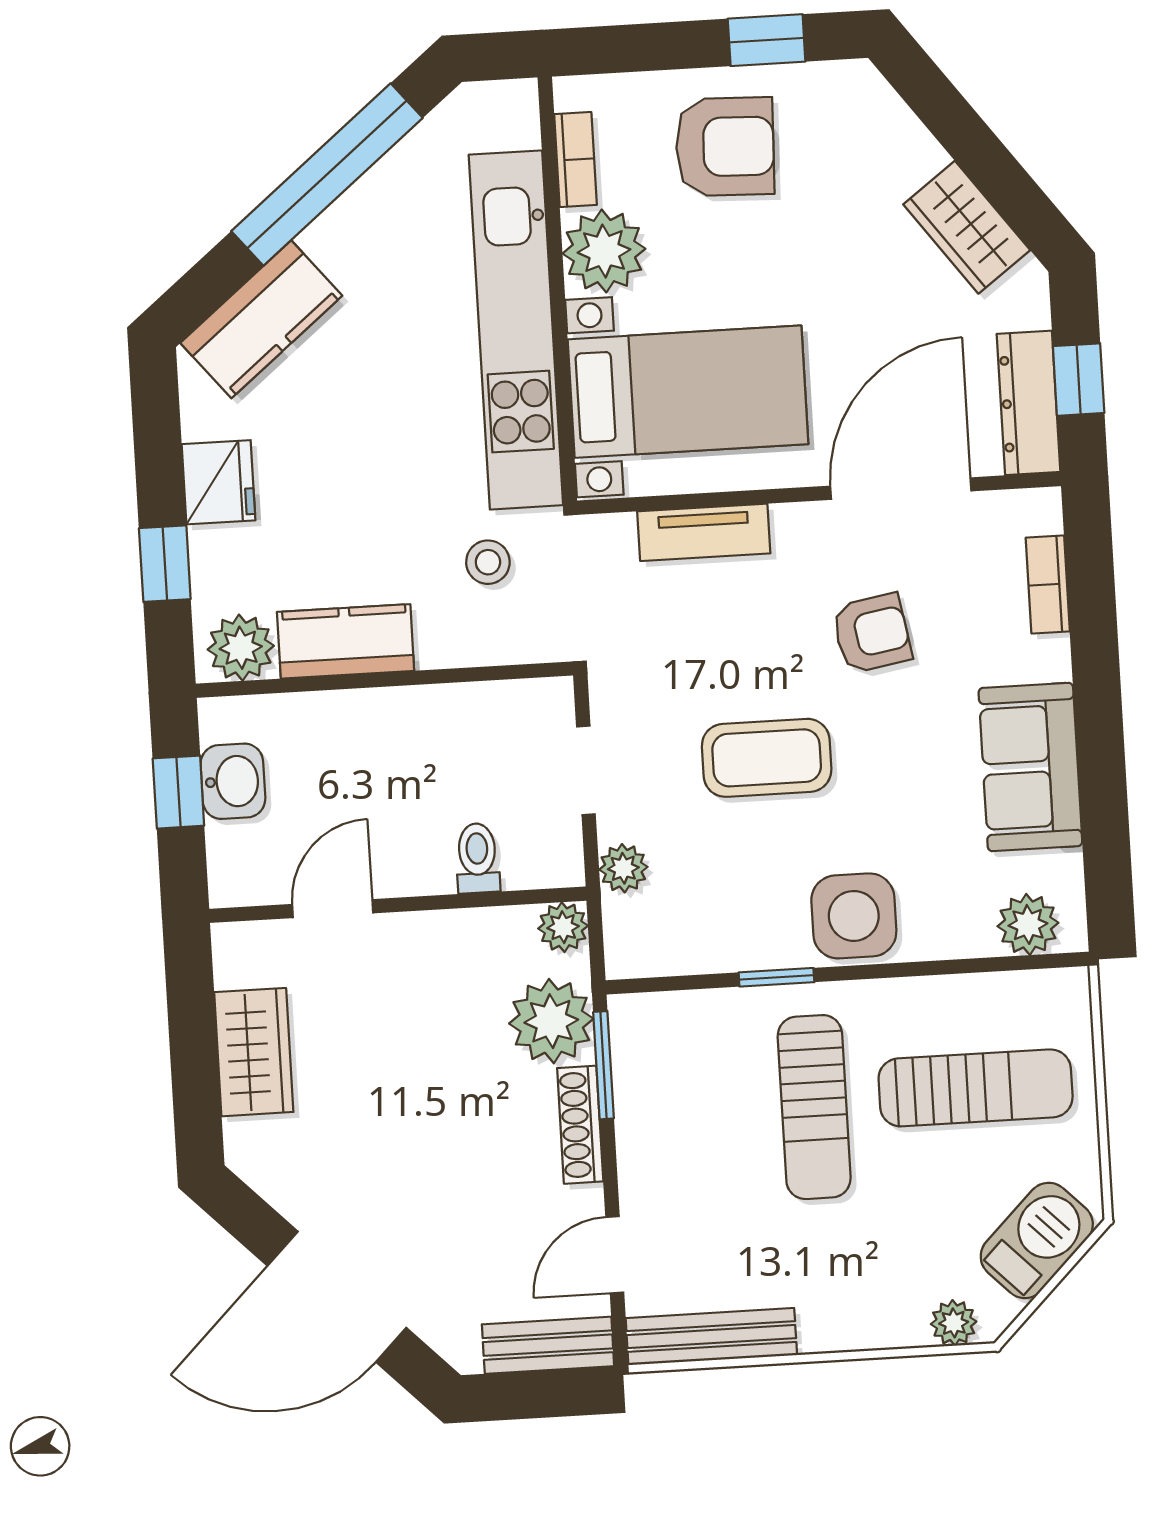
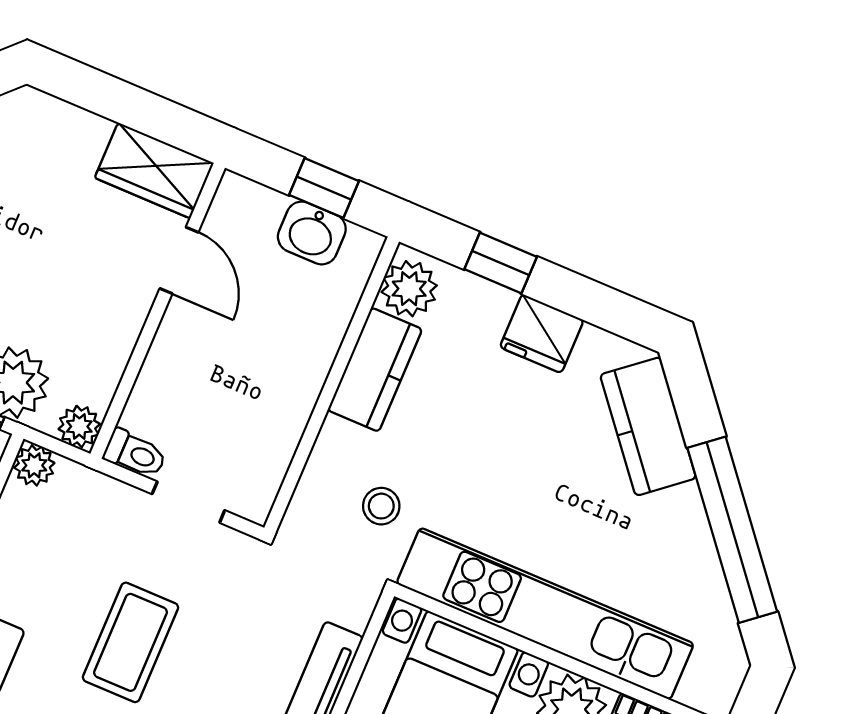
toilet: (477, 858) -> (135, 454), moved
plant: (623, 868) -> (34, 465), moved
wardrobe: (254, 1052) -> (154, 170), moved

